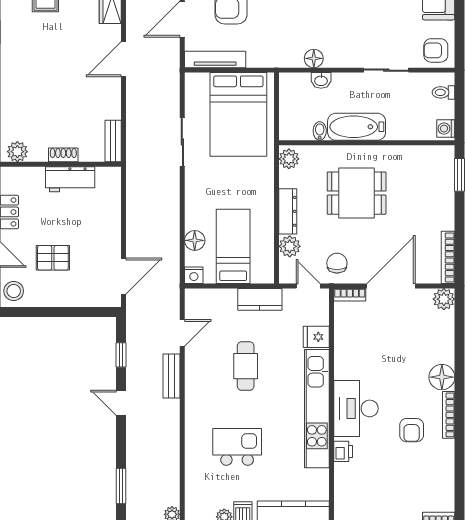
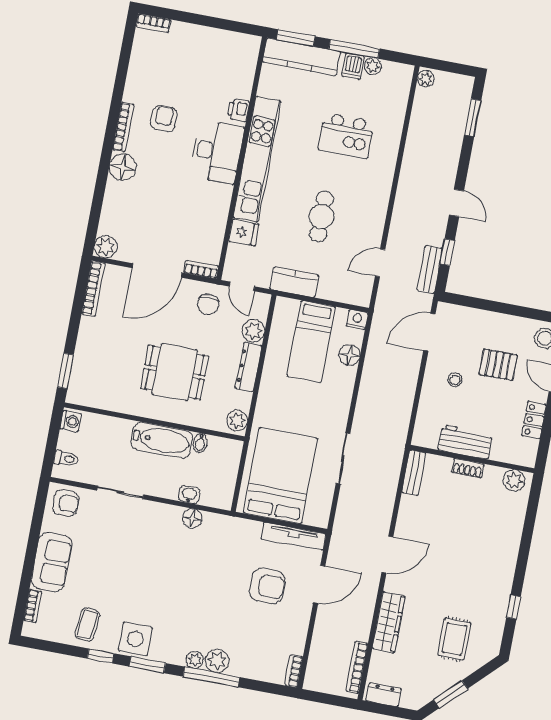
stool: (91, 236) -> (455, 380), added
bench: (172, 376) -> (430, 269), moved

